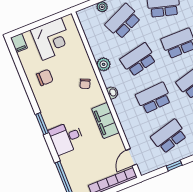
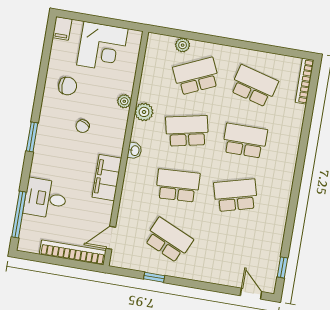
plant: (87, 65) -> (124, 101), added
chair: (85, 84) -> (83, 126), moved
school desk: (169, 136) -> (169, 240), turned 39
desk: (66, 138) -> (45, 198), moved

